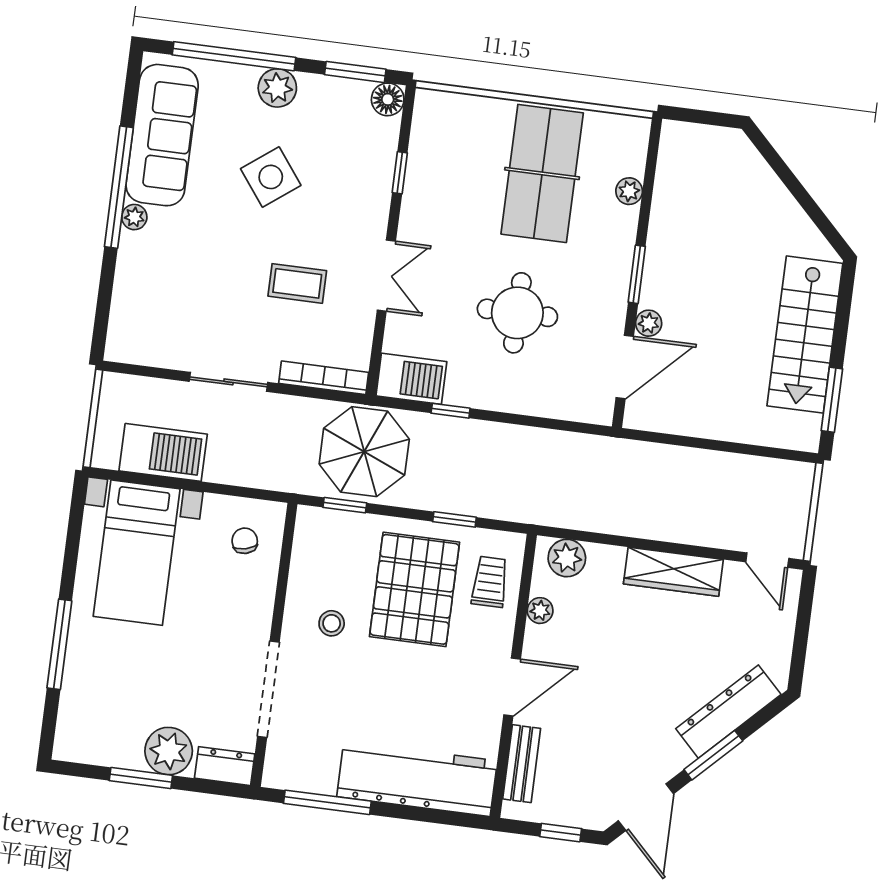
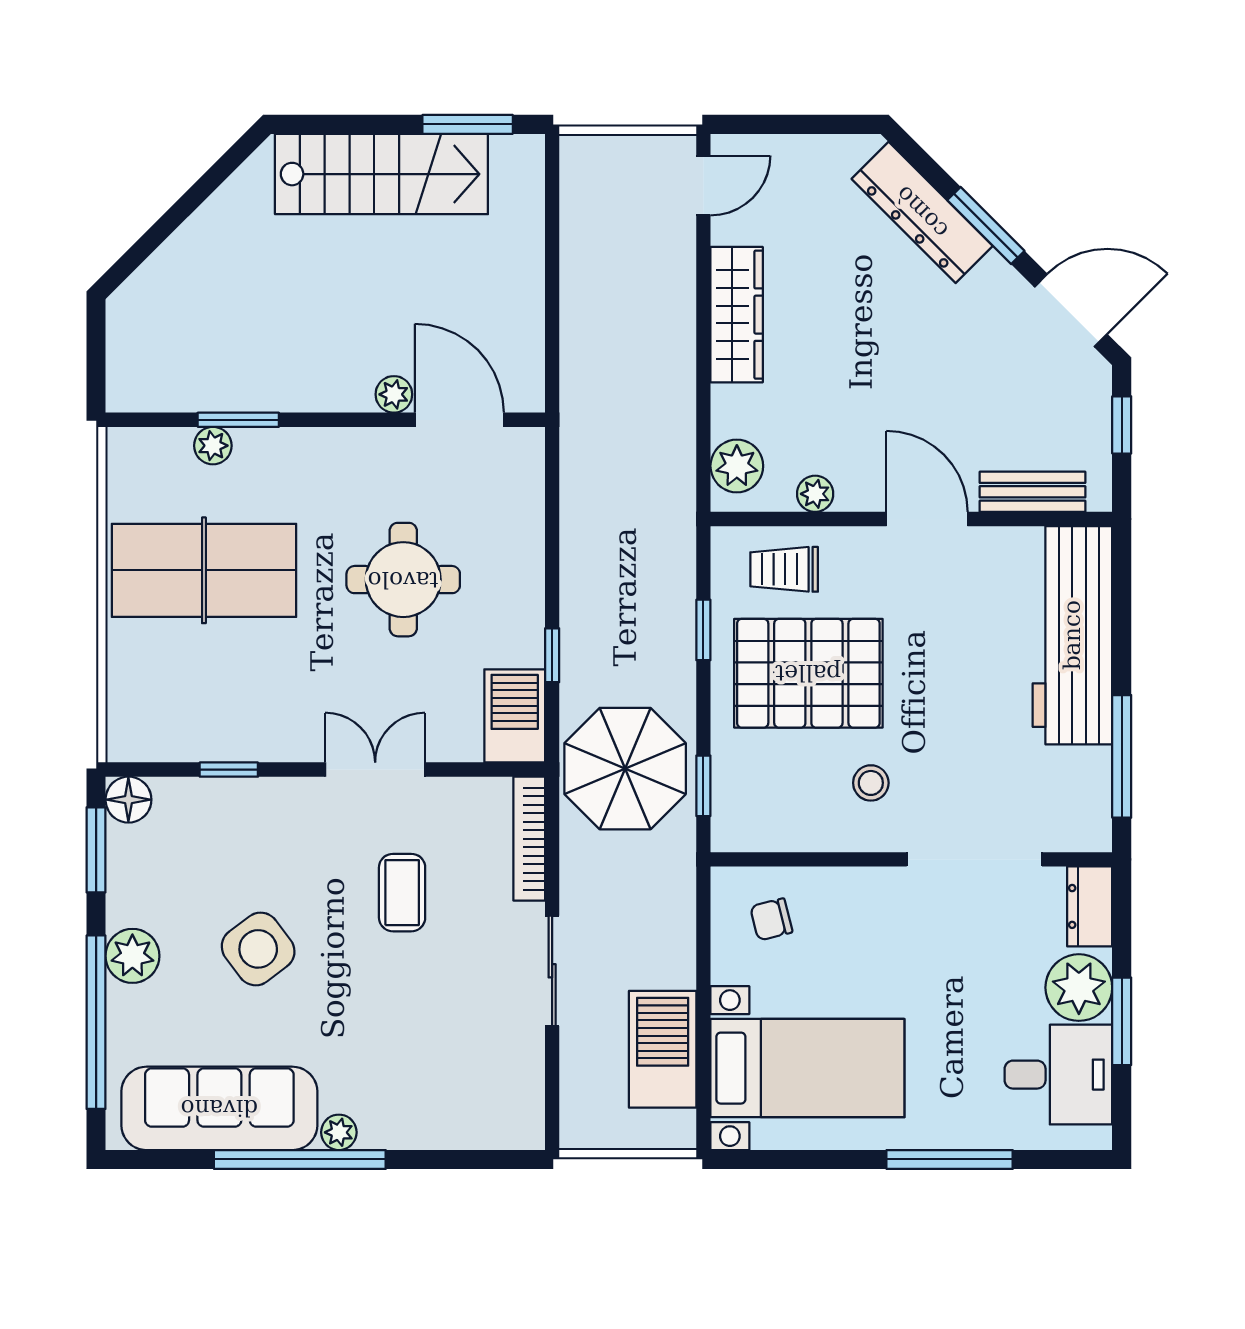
window: (637, 274) -> (238, 420), moved
desk: (109, 729) -> (1058, 1075), added

